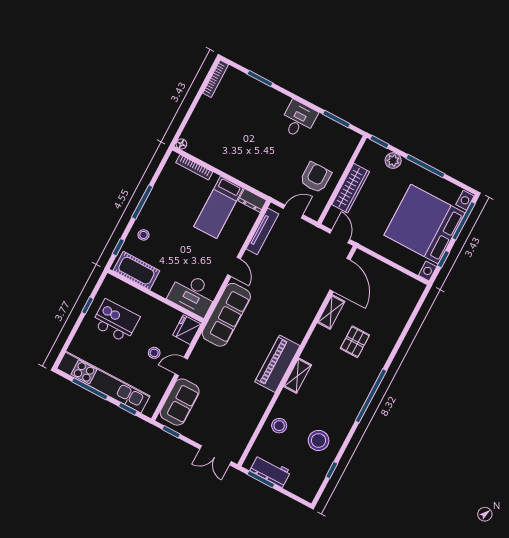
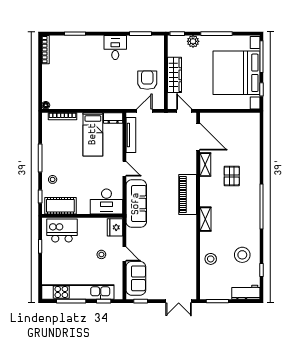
kitchen island: (116, 321) -> (62, 231), moved
piano: (277, 364) -> (188, 195), moved
door: (181, 366) -> (124, 254), swing flipped
workbench: (270, 471) -> (246, 292), moved

